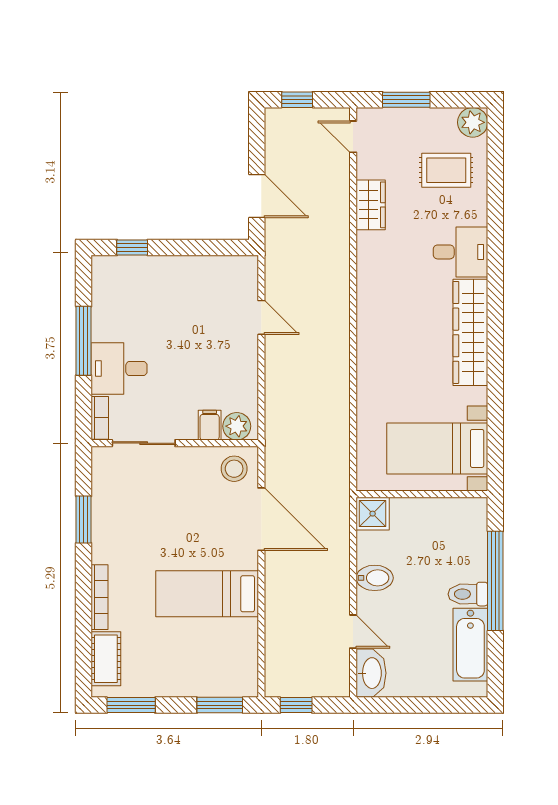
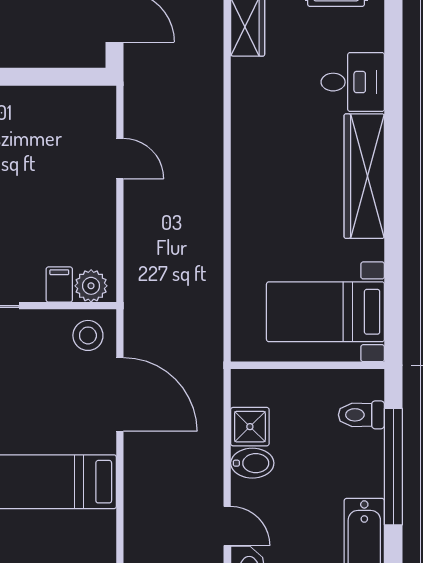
shower: (373, 514) -> (250, 427), moved
toilet: (468, 594) -> (361, 415), moved

